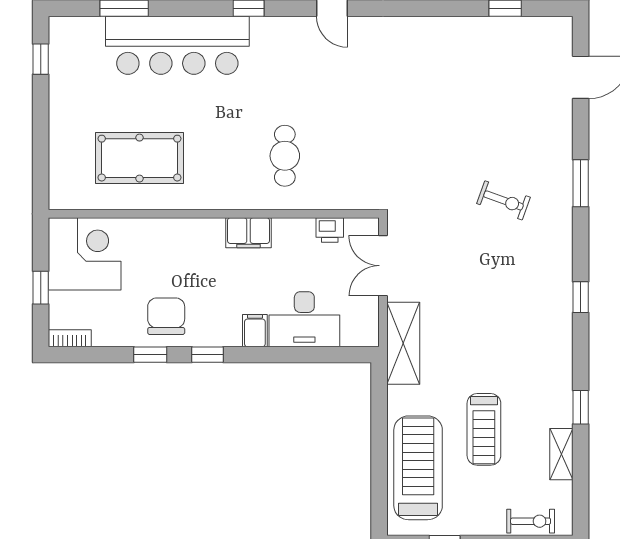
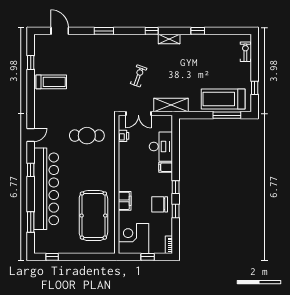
bar counter: (177, 45) -> (46, 189), width x1.36
cafe table: (285, 156) -> (87, 136), moved, width x1.37, depth x1.35
pool table: (139, 158) -> (93, 216), width x1.36, depth x1.32
exercise bike: (504, 200) -> (139, 76), moved
filing cabinet: (249, 233) -> (125, 201), moved
treadmill: (484, 429) -> (51, 82), moved
shelving: (561, 454) -> (169, 39), moved
window: (379, 477) -> (227, 115), added

